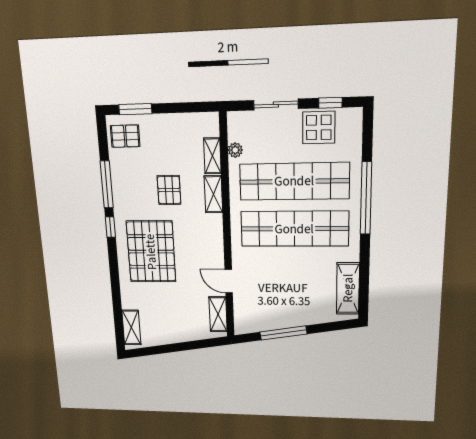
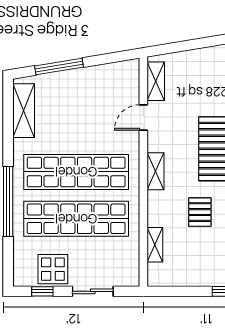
plant: (235, 150) -> (132, 250), removed
shelving: (213, 194) -> (155, 171), moved
door: (229, 281) -> (143, 117), swing flipped
window: (283, 333) -> (59, 66), moved

